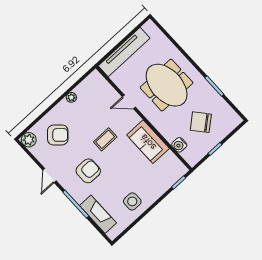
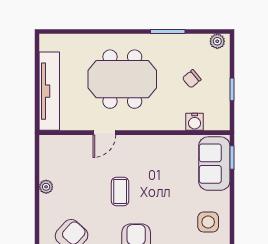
plant: (234, 117) -> (217, 41), added
chair: (201, 122) -> (192, 79), width x0.54, depth x0.54
sofa: (148, 142) -> (214, 164), moved, turned 90

